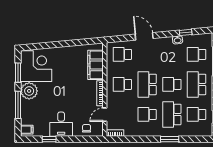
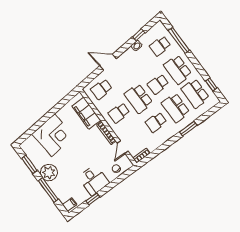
corner desk: (36, 66) -> (53, 135), moved, turned 85
school desk: (197, 114) -> (195, 93), width x1.85

